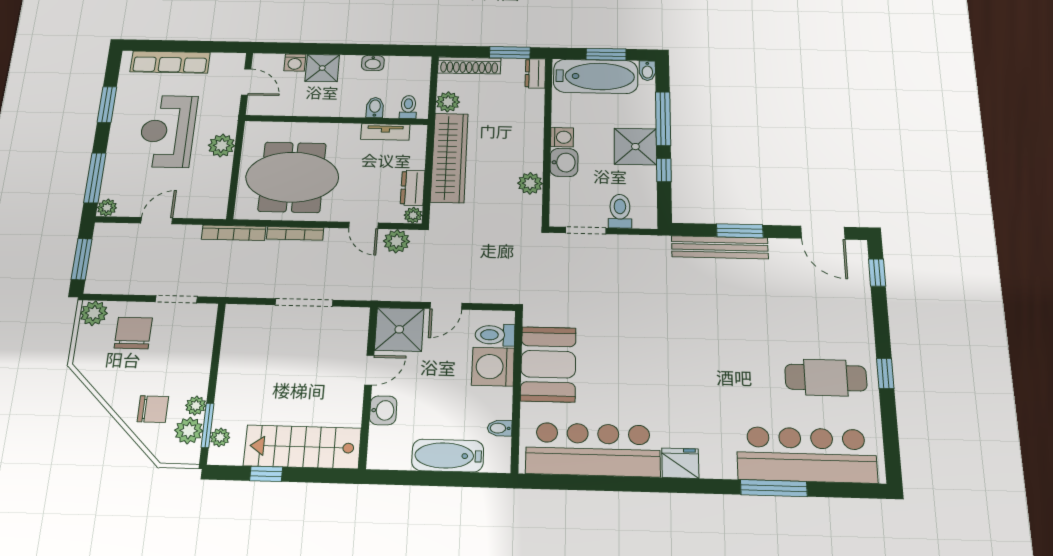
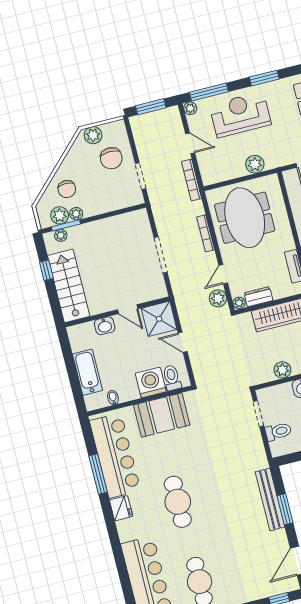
reception desk: (168, 131) -> (240, 115), moved
bookcase: (234, 233) -> (192, 180), moved
plant: (94, 313) -> (93, 135), moved
chair: (133, 333) -> (111, 158), turned 90
cafe table: (691, 376) -> (178, 502), added
window: (774, 488) -> (98, 474), moved

